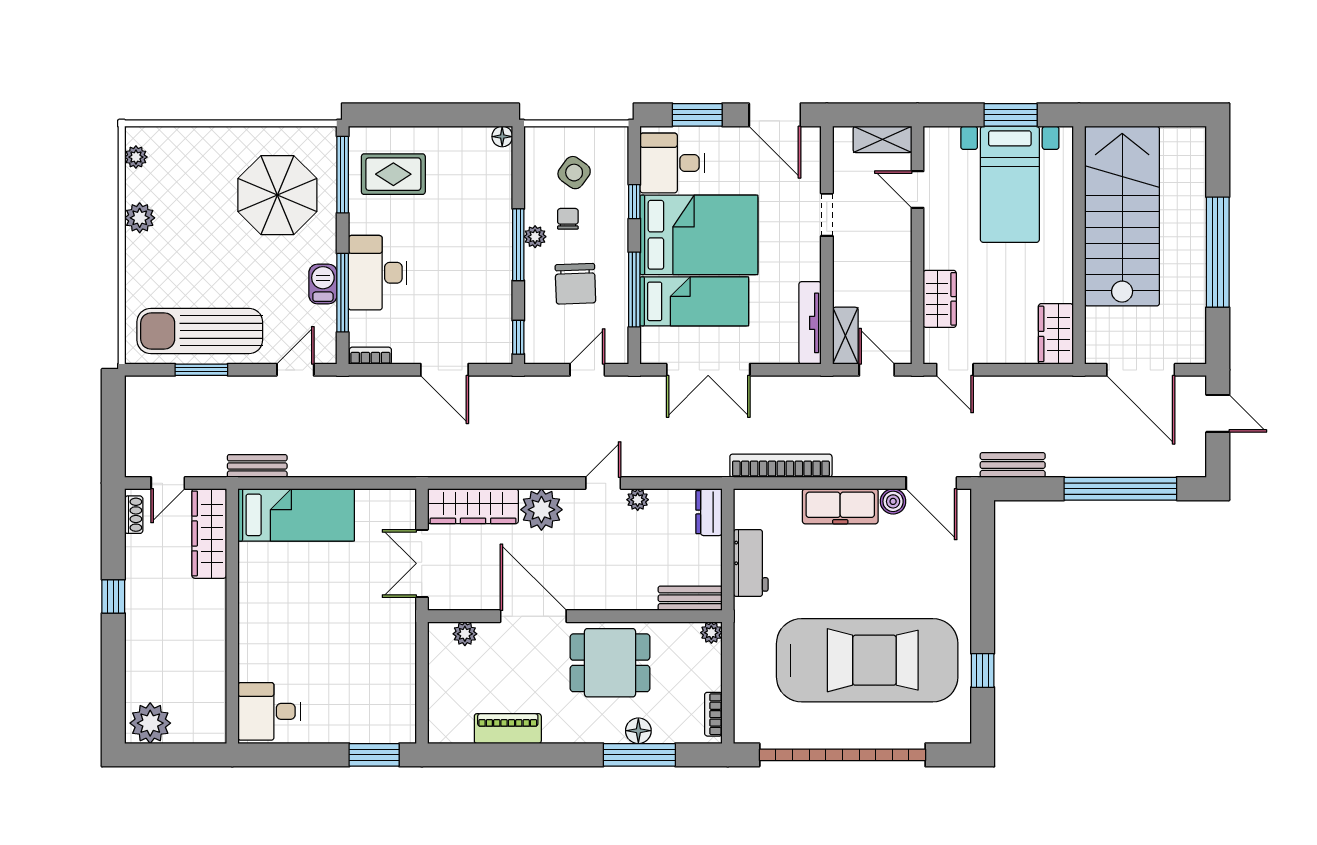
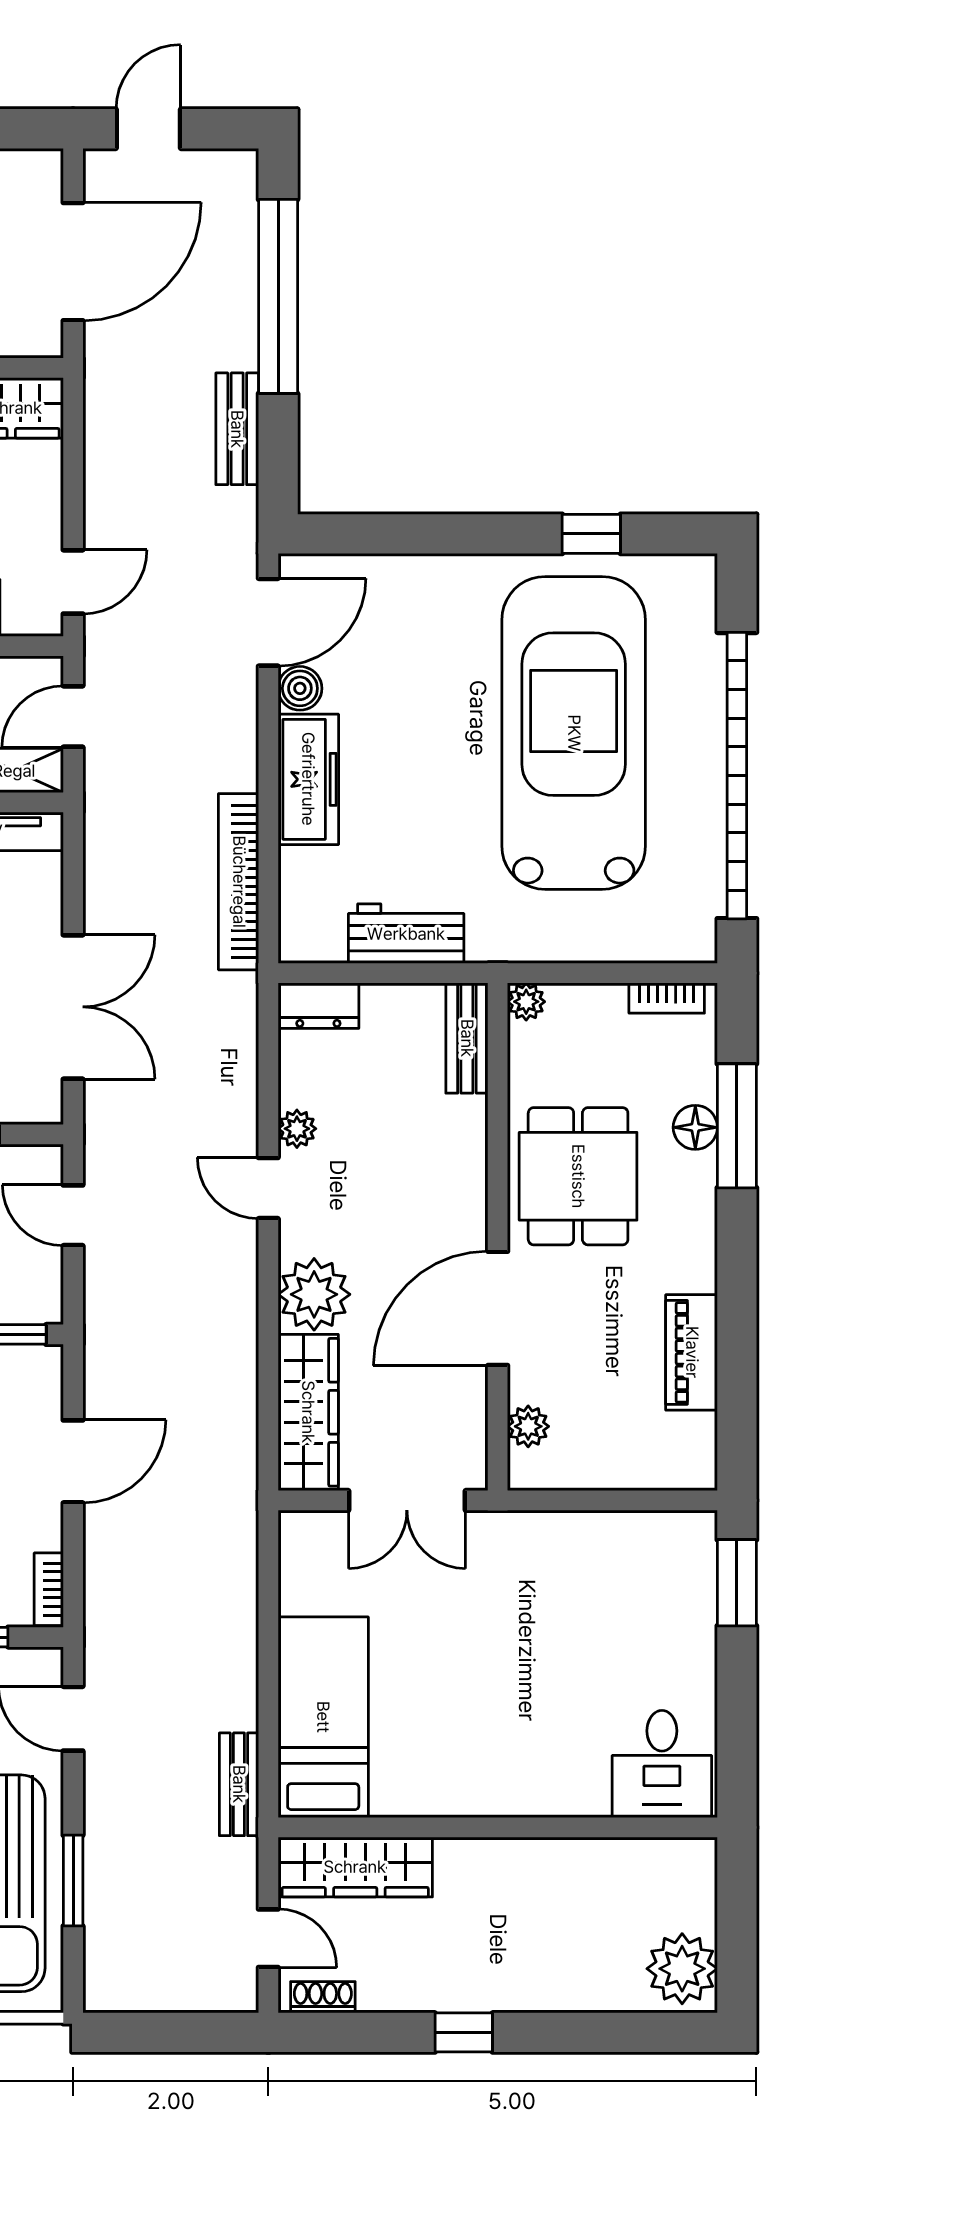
bench: (1013, 465) -> (237, 429), moved

